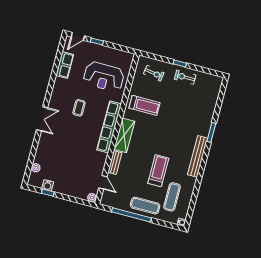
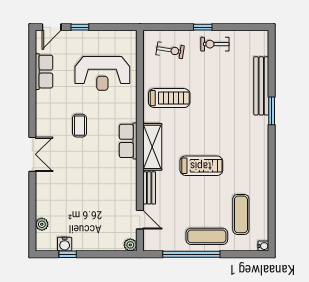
row of seats: (109, 127) -> (128, 141), width x0.50
bench: (198, 156) -> (261, 86), moved
treadmill: (158, 171) -> (201, 166), moved, turned 90

